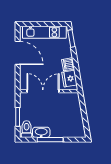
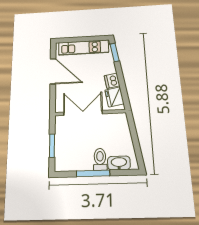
toilet: (27, 129) -> (100, 159), moved
washbasin: (41, 132) -> (119, 163), moved

